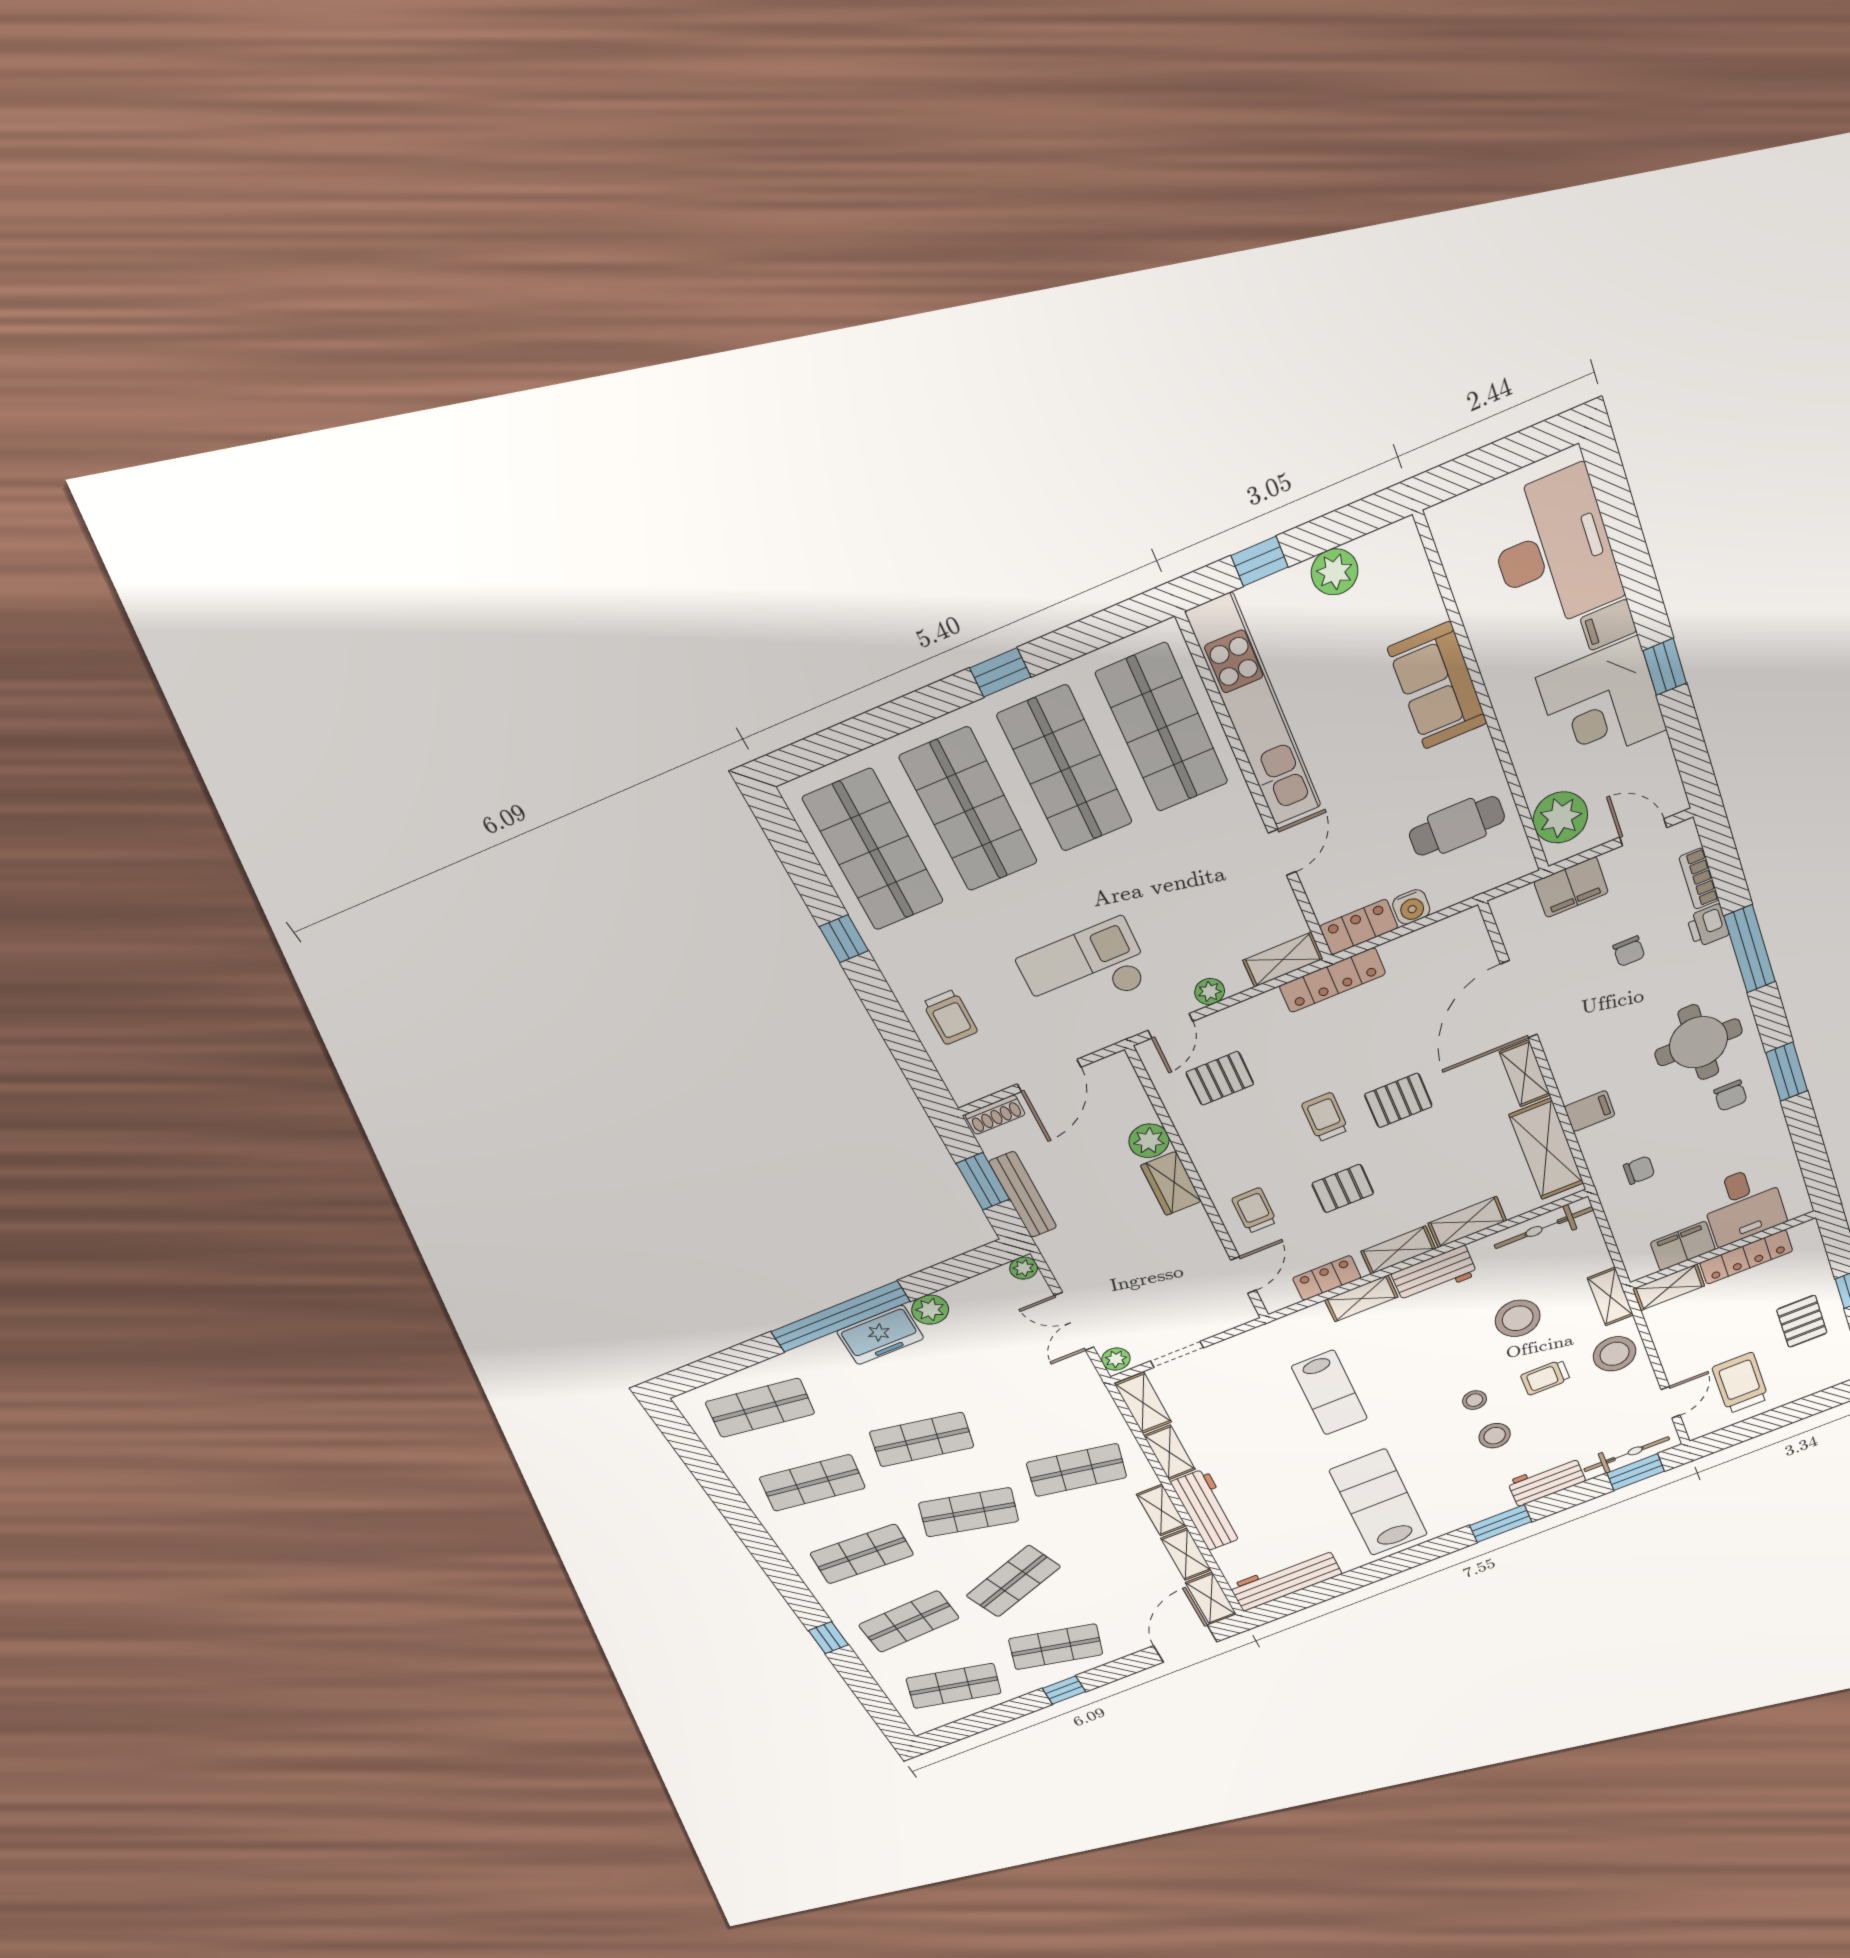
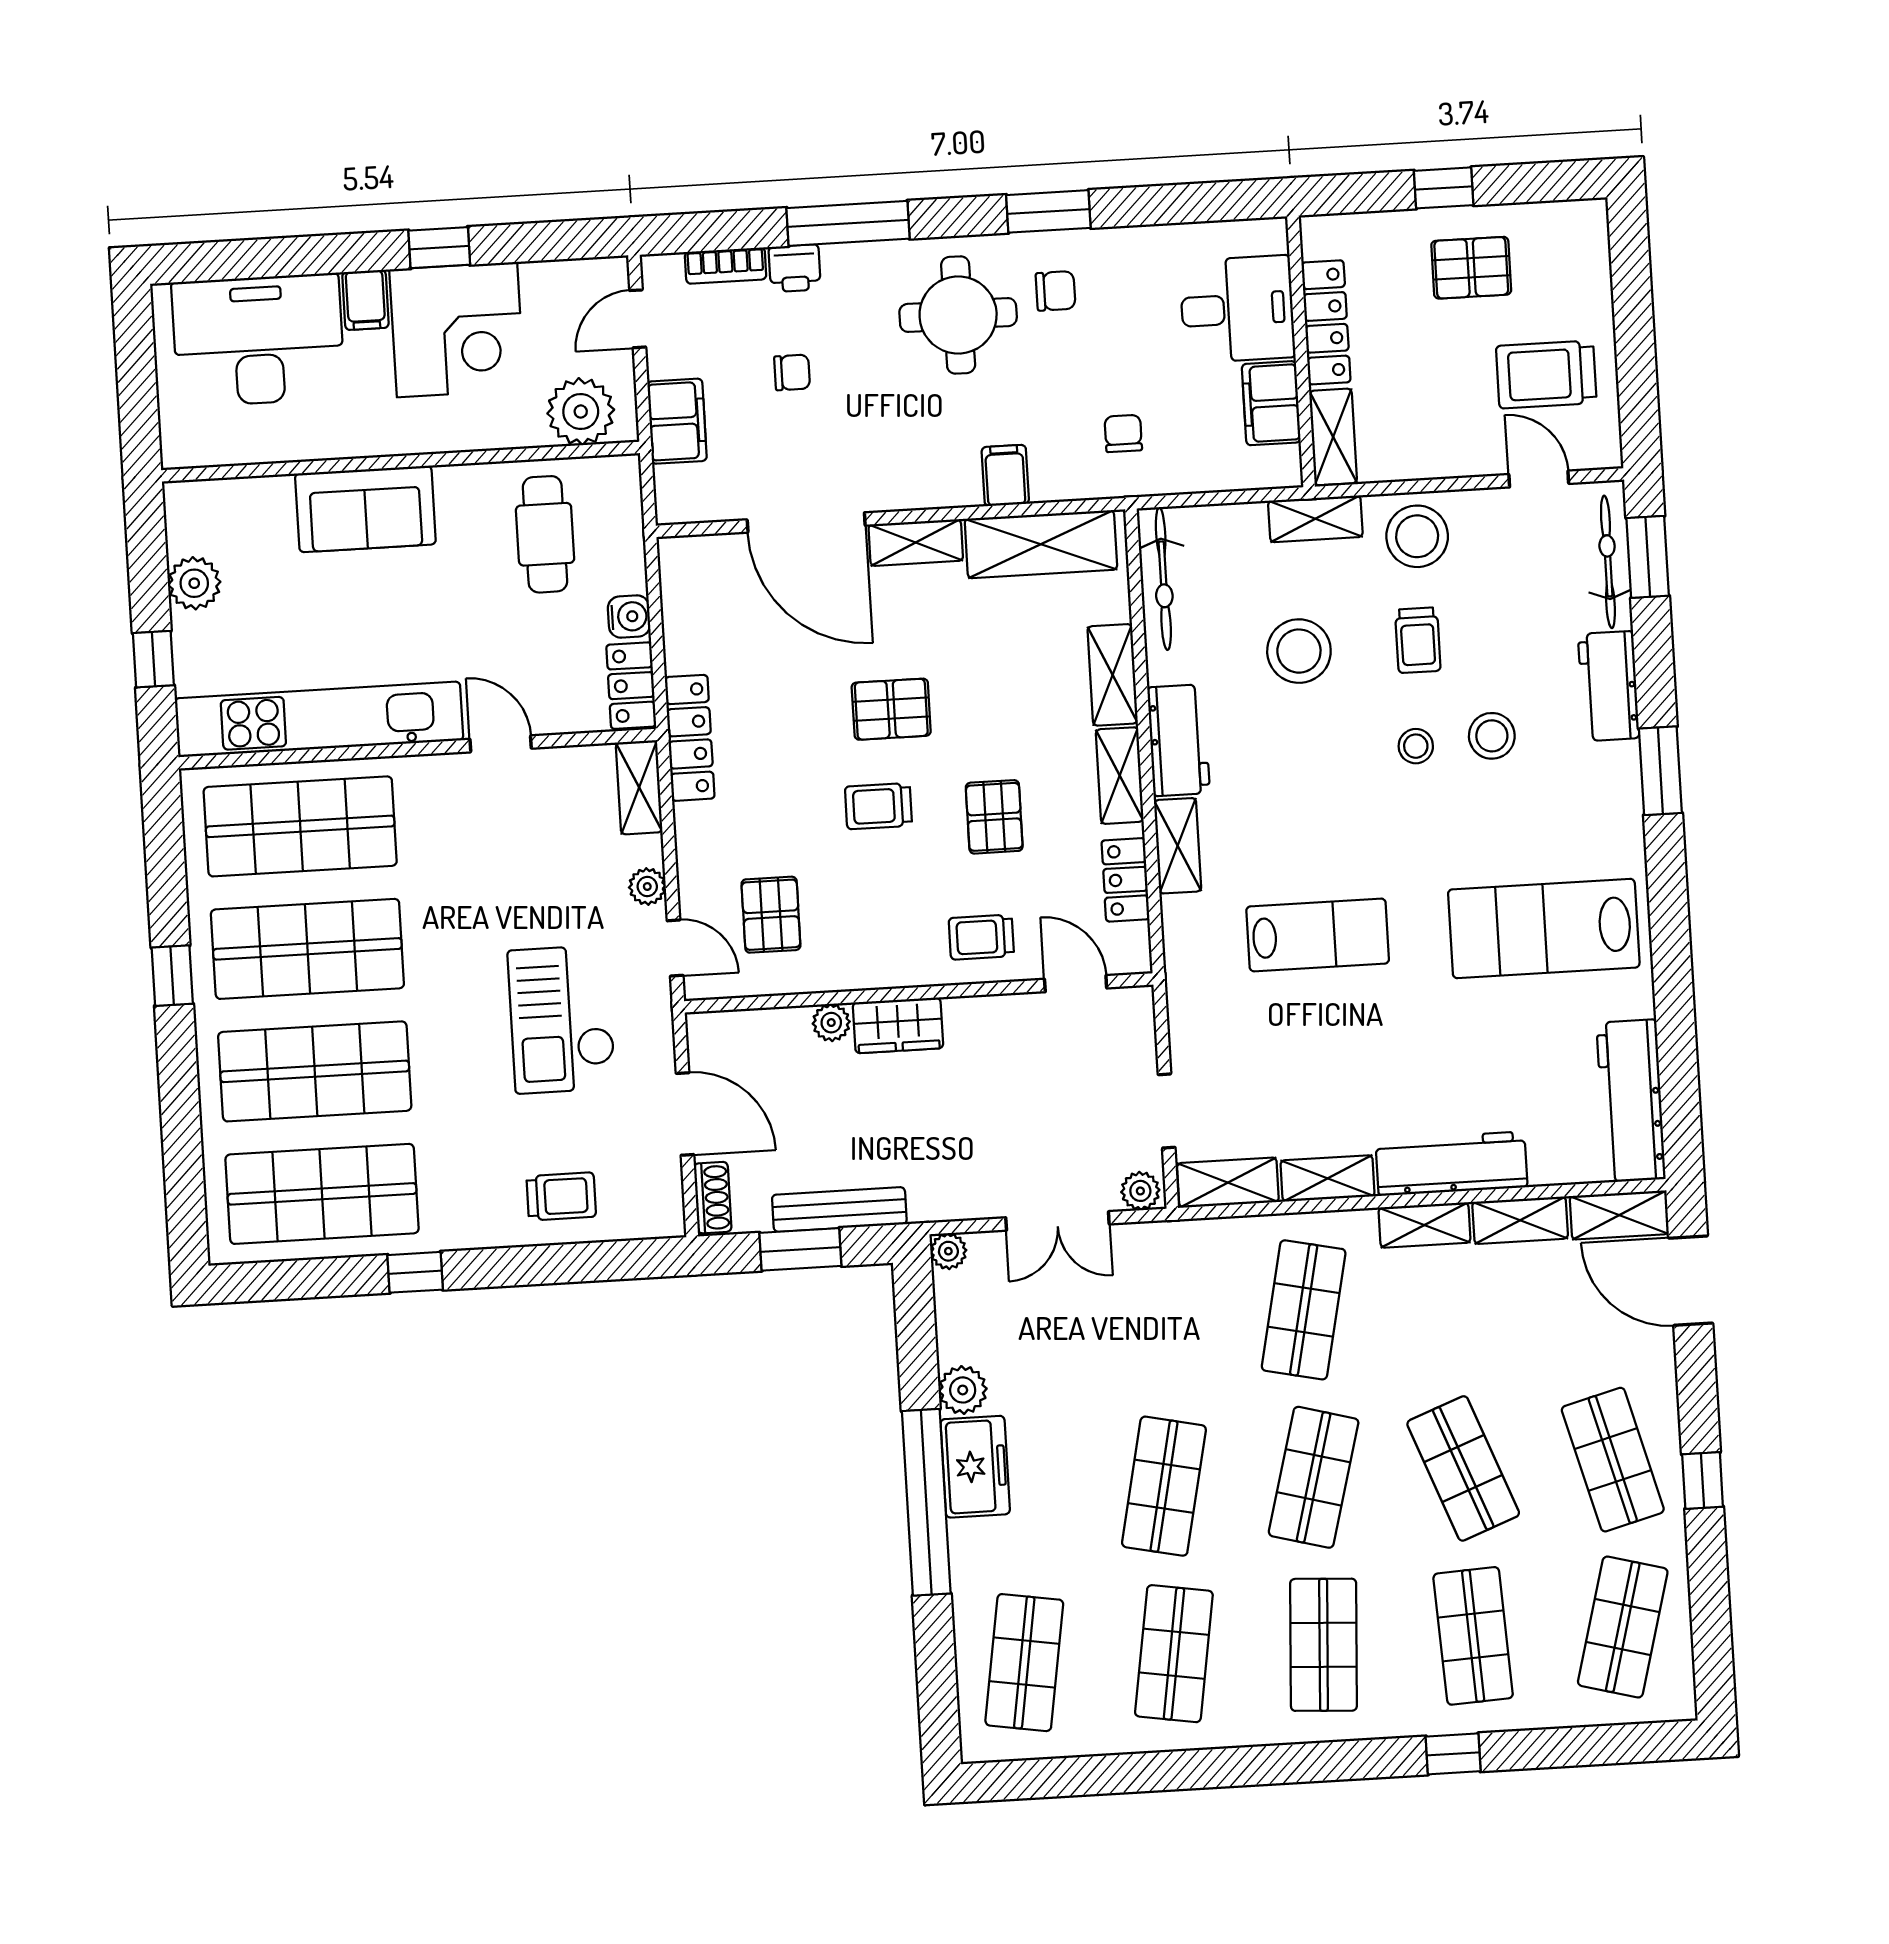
pallet: (1398, 1100) -> (891, 709), turned 90
plant: (1149, 1141) -> (831, 1023), width x0.73, depth x0.73
shop shelf: (1056, 1647) -> (1613, 1460), turned -30

